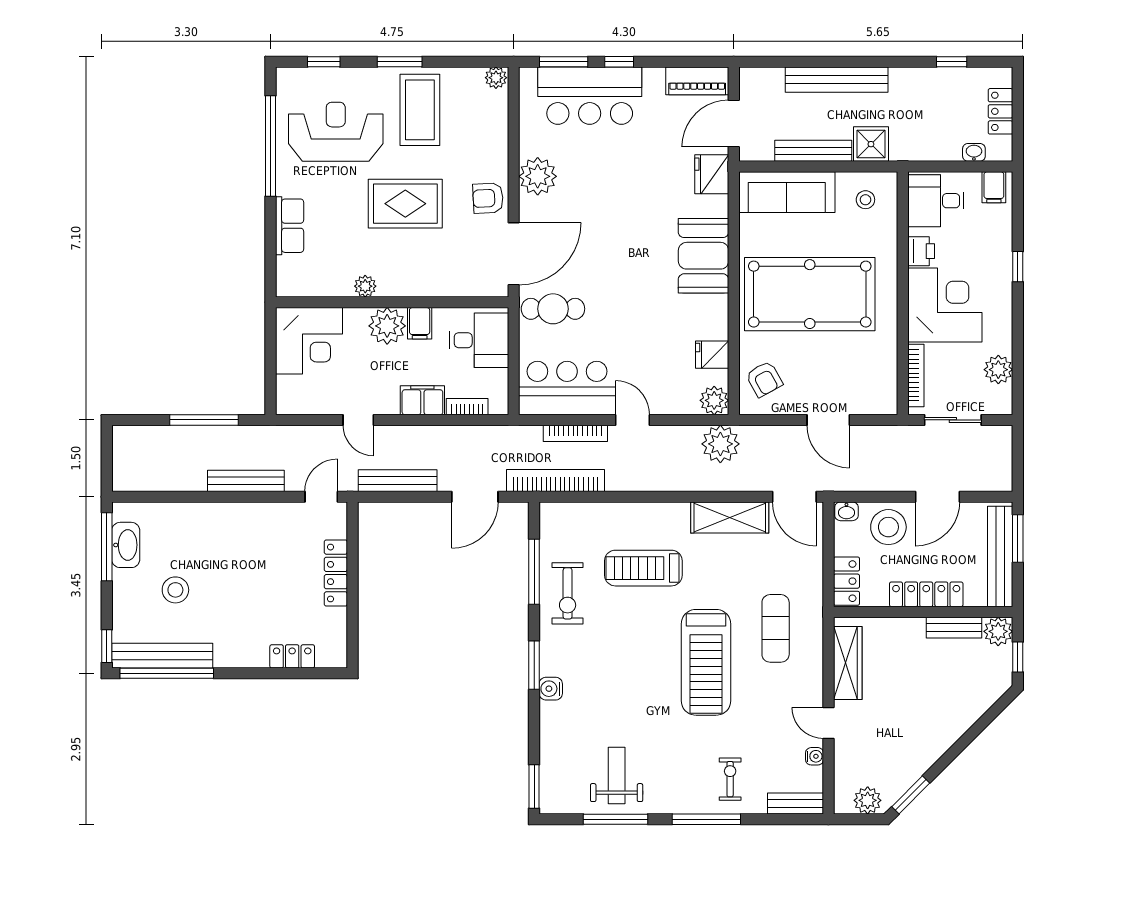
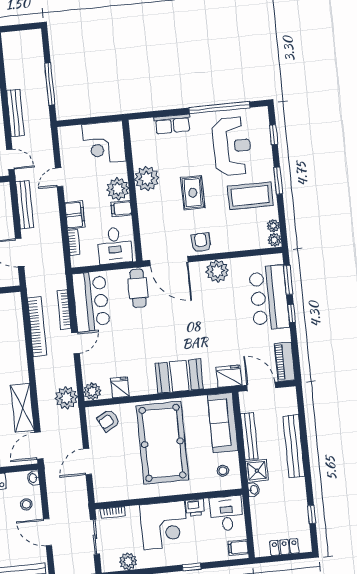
plant: (473, 77) -> (273, 226), added
washbasin: (974, 152) -> (254, 490), moved
rug: (405, 204) -> (193, 193), width x0.73, depth x0.70
plant: (365, 286) -> (147, 179), width x1.87, depth x1.87
bookcase: (916, 375) -> (113, 512), width x0.64
bookcase: (556, 481) -> (37, 327), moved
stool: (888, 527) -> (26, 504), width x0.53, depth x0.53

